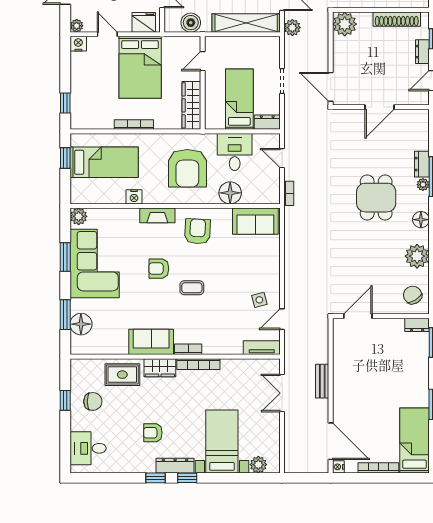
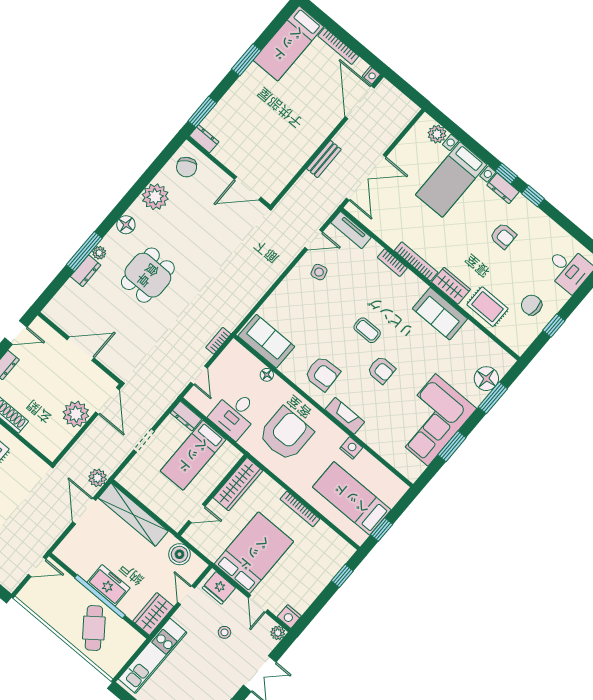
plant: (345, 24) -> (76, 414), moved
floor lamp: (230, 193) -> (267, 375), width x0.53, depth x0.53
plant: (79, 216) -> (412, 471), removed
armchair: (198, 231) -> (322, 374), turned -96
bookcase: (188, 349) -> (392, 263), moved
double door: (282, 393) -> (366, 178), width x1.37
dresser: (175, 466) -> (503, 188), width x0.70

